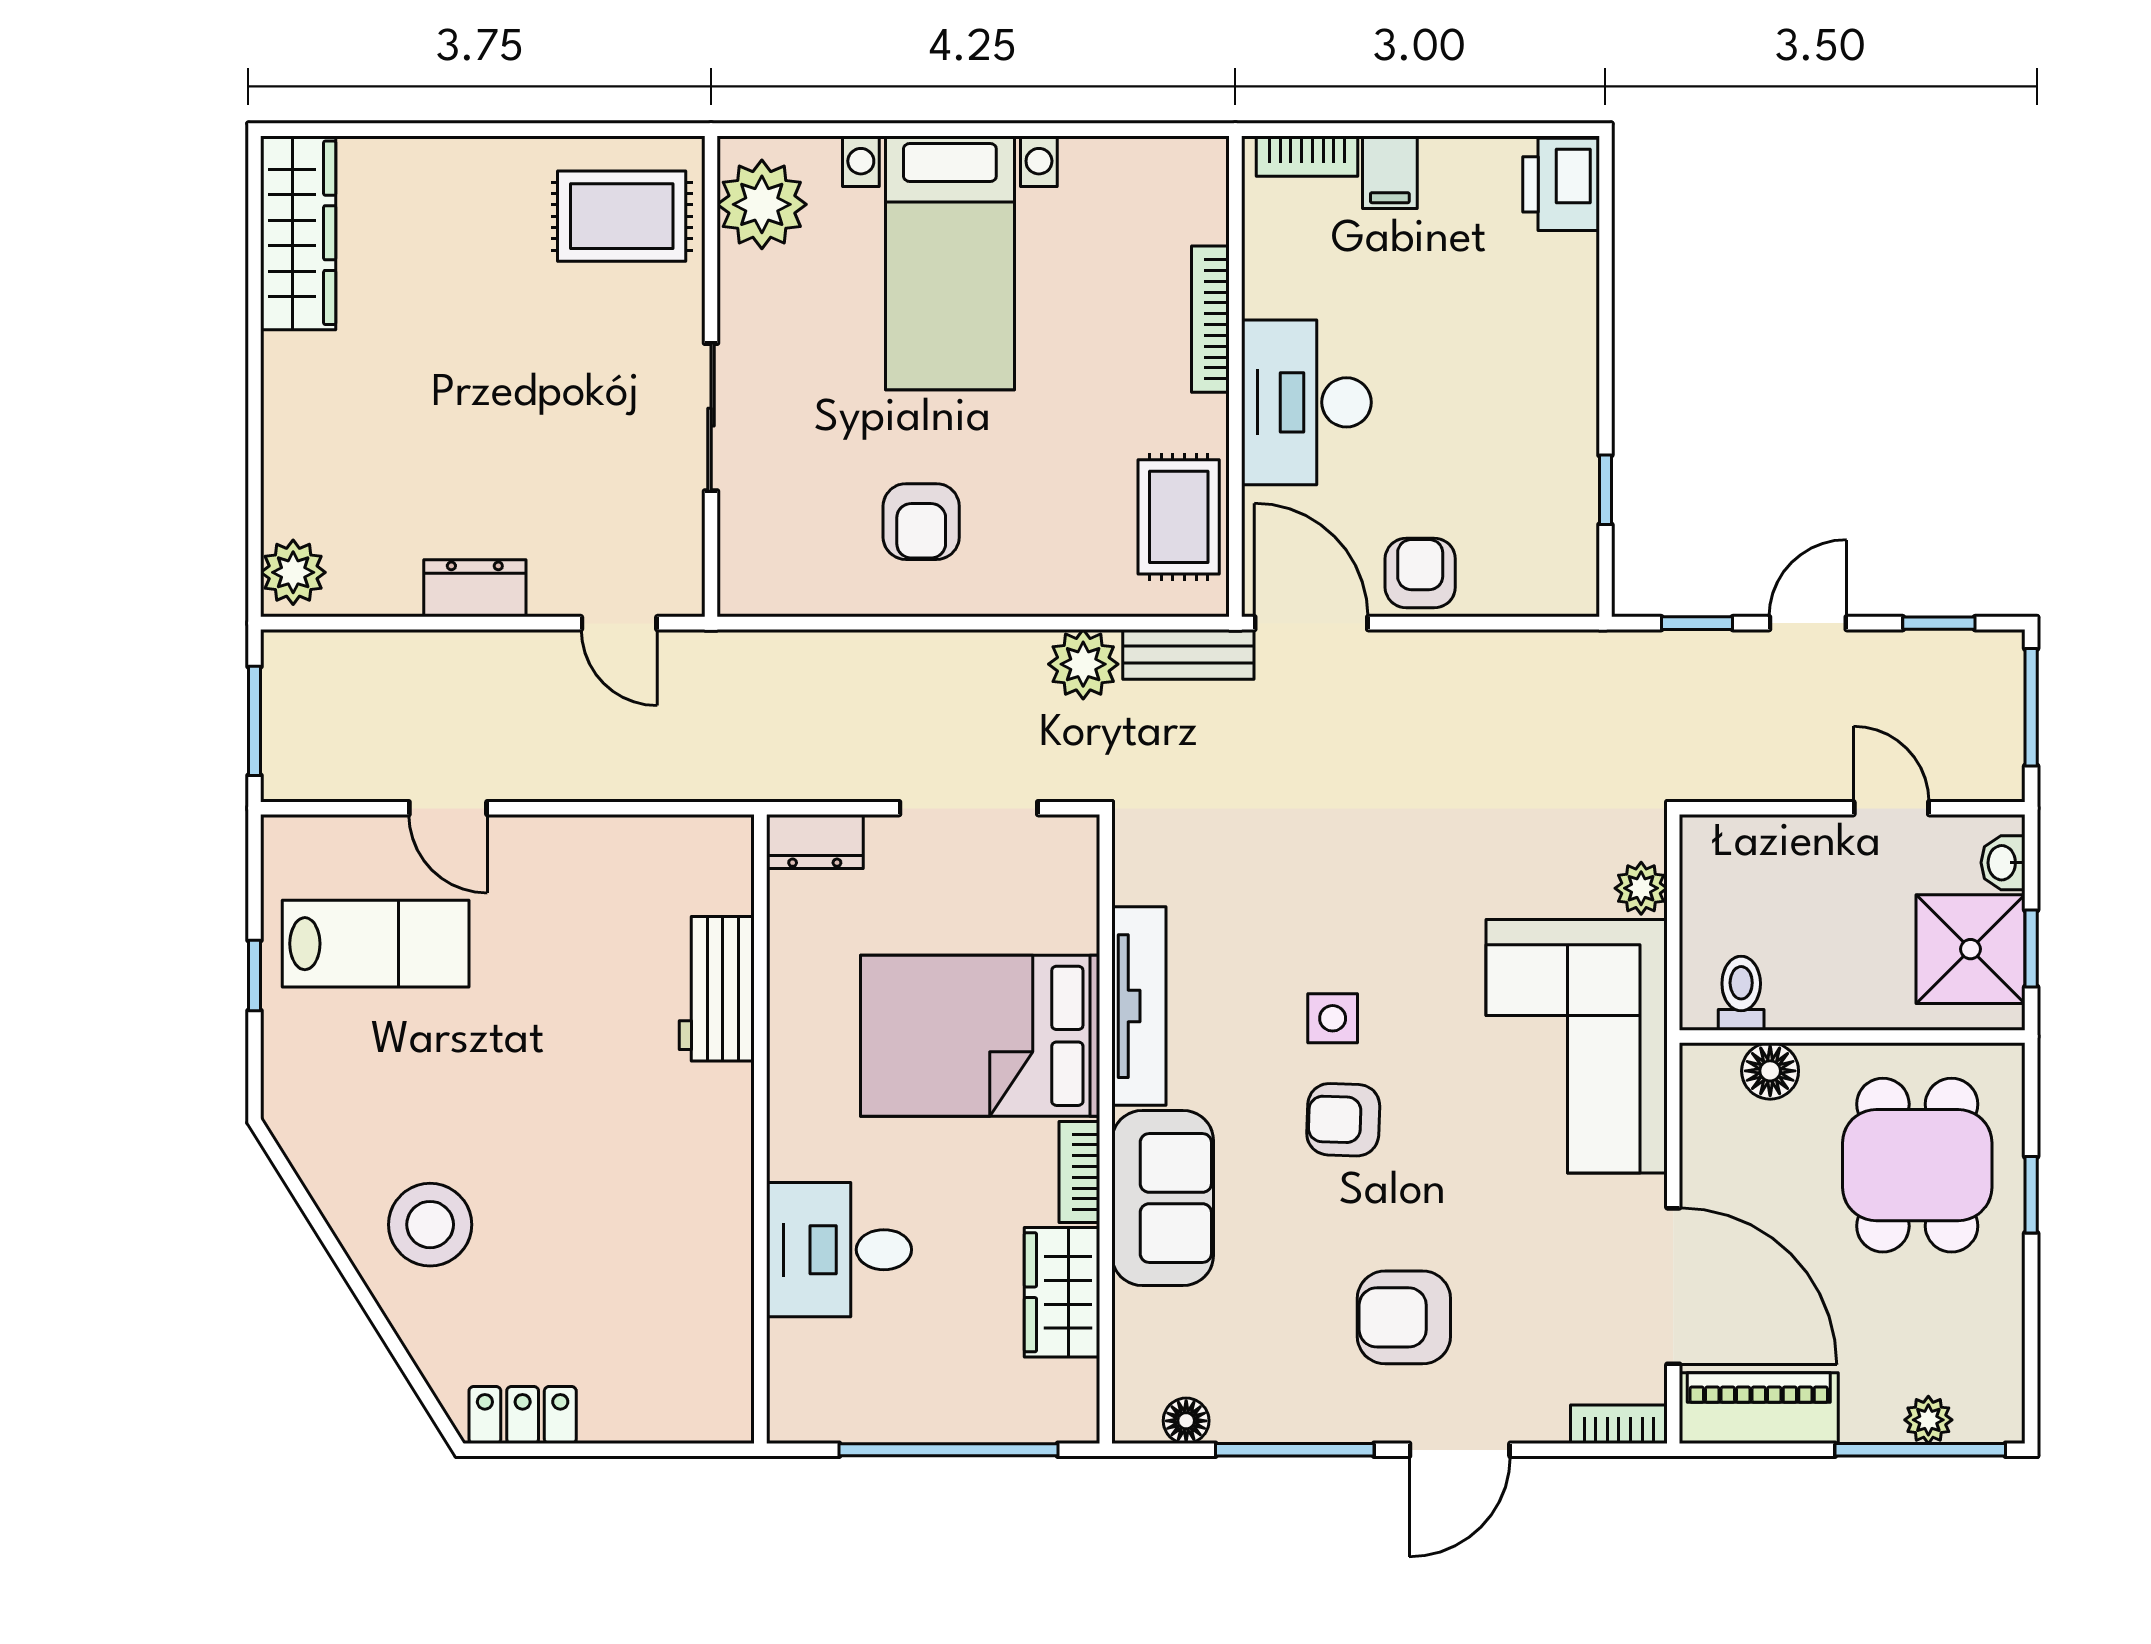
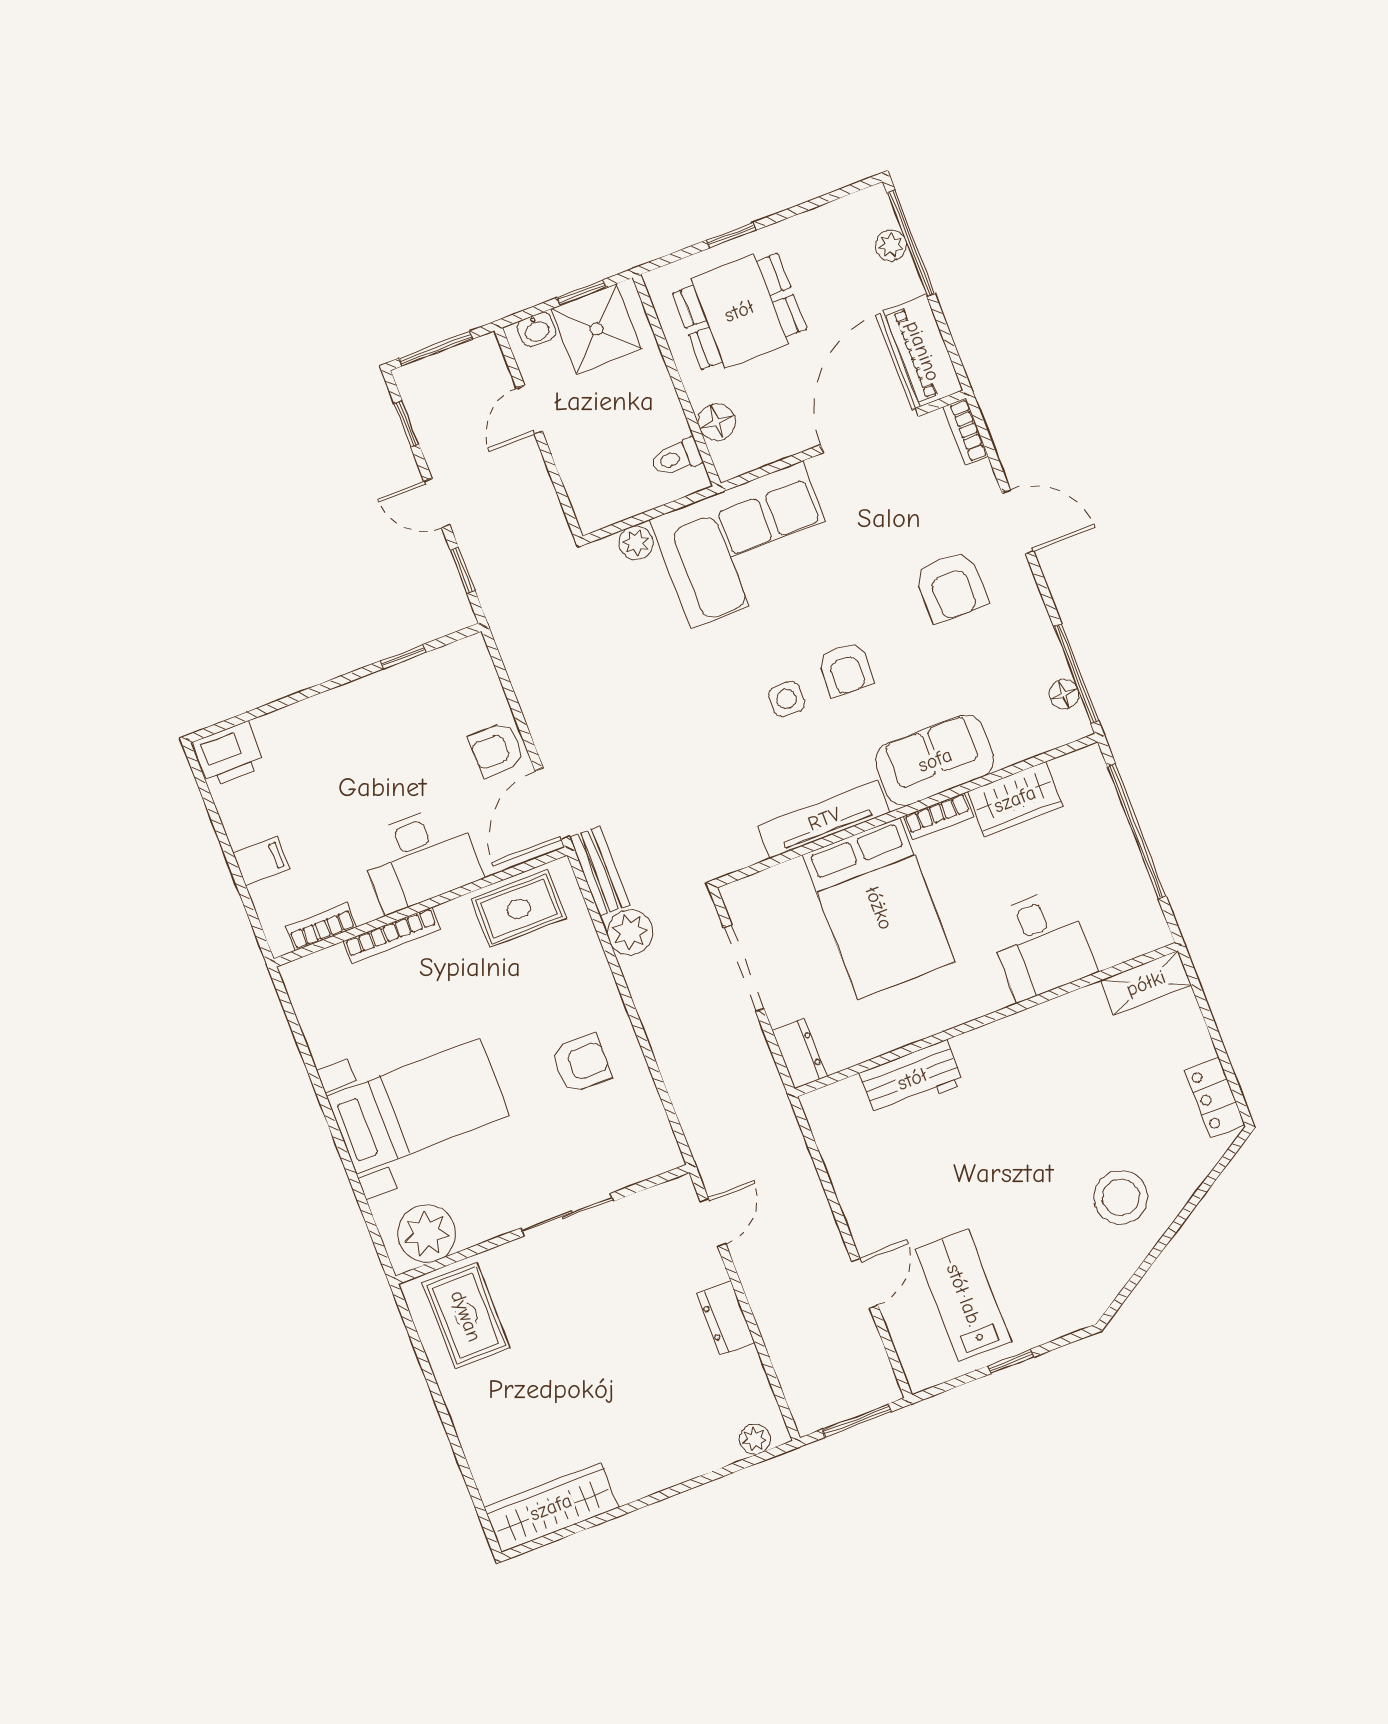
bookcase: (1307, 156) -> (321, 927), moved, turned -90
plant: (293, 572) -> (755, 1439), width x0.73, depth x0.73
shelving: (725, 1379) -> (1146, 983), added
window: (1295, 1450) -> (1076, 674), moved

